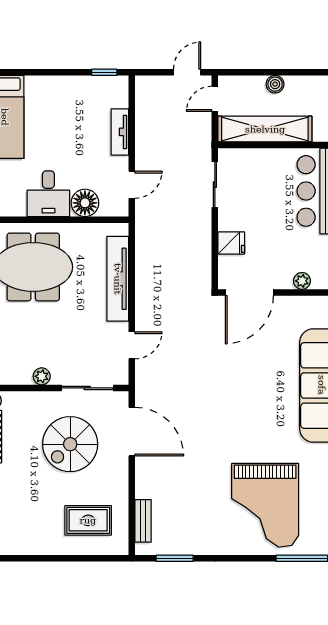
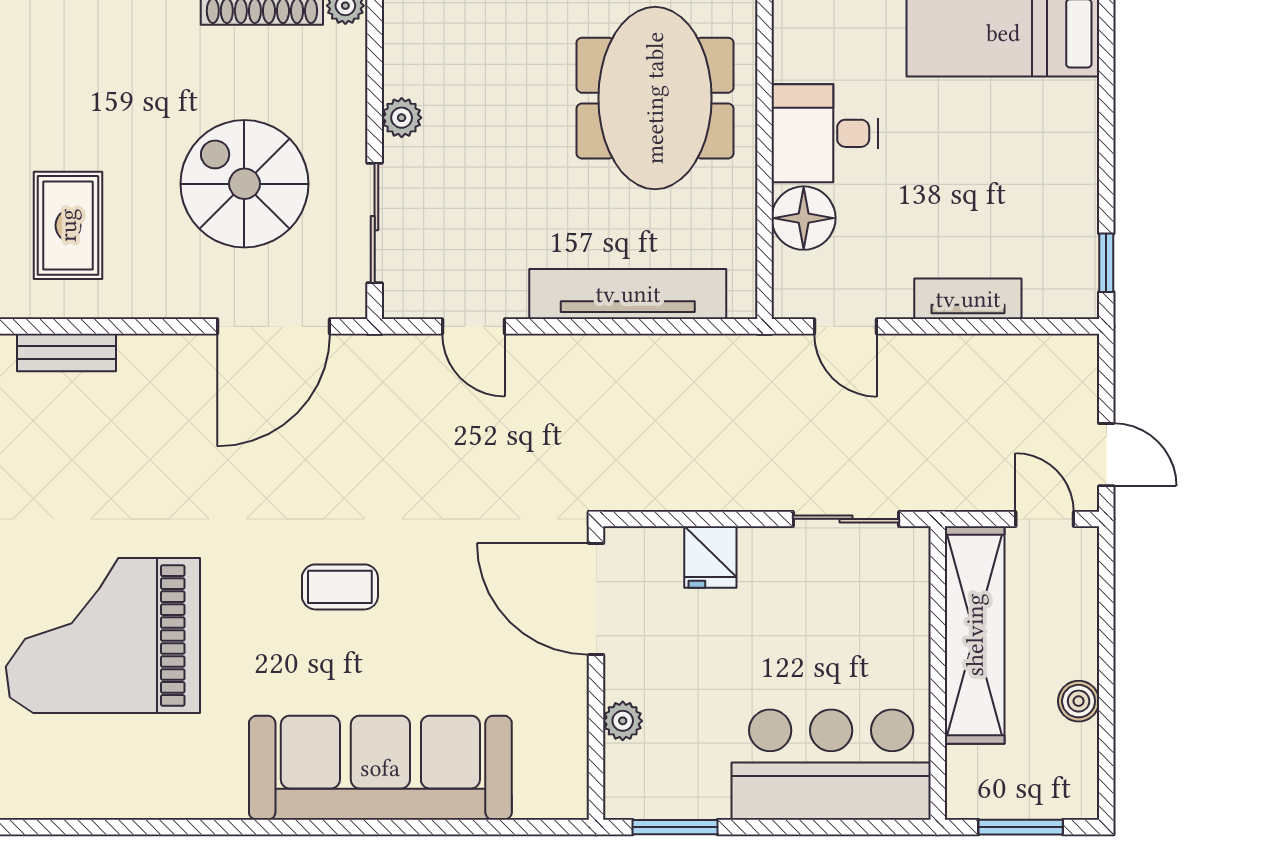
boiler: (275, 84) -> (1079, 701), moved
coffee table: (244, 403) -> (340, 587), added

